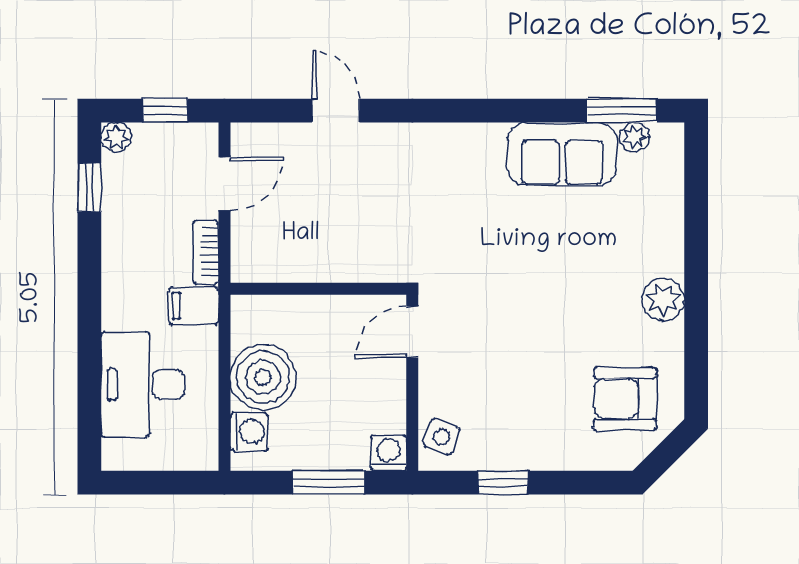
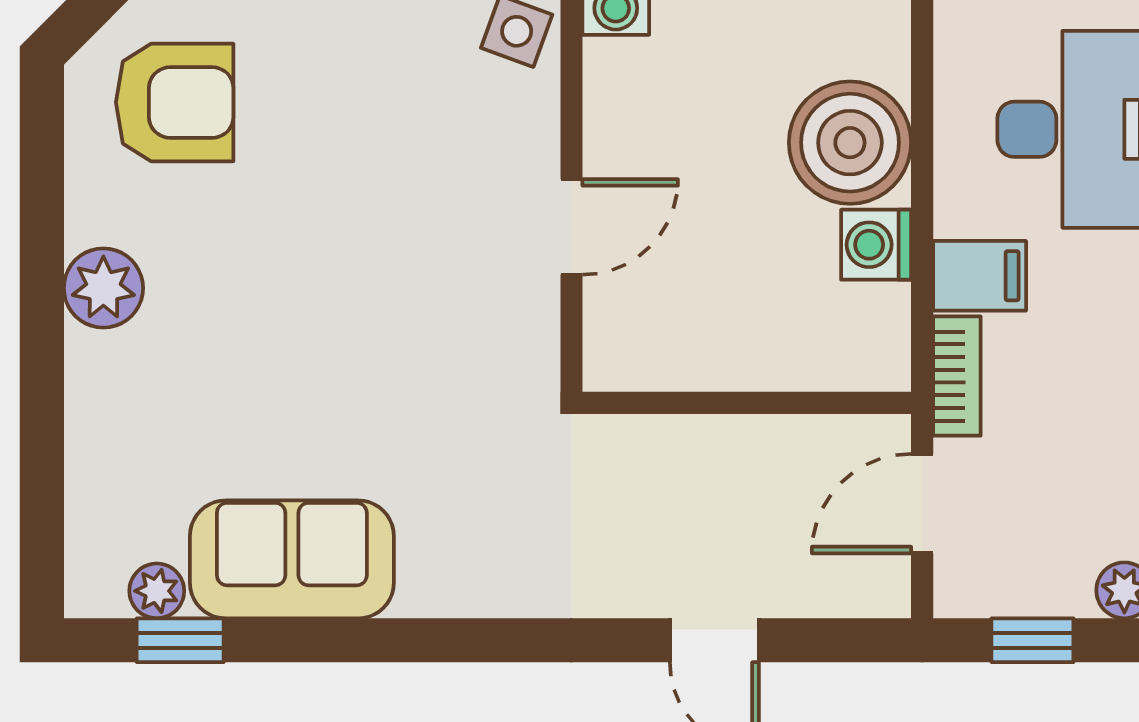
window: (622, 111) -> (180, 640), width x0.67
wall: (318, 289) -> (747, 403), moved
washing machine: (249, 432) -> (876, 245), moved

